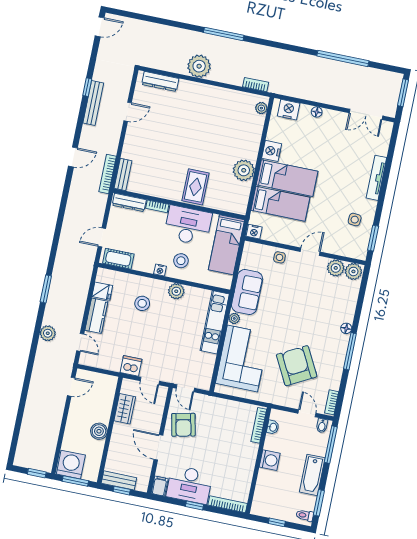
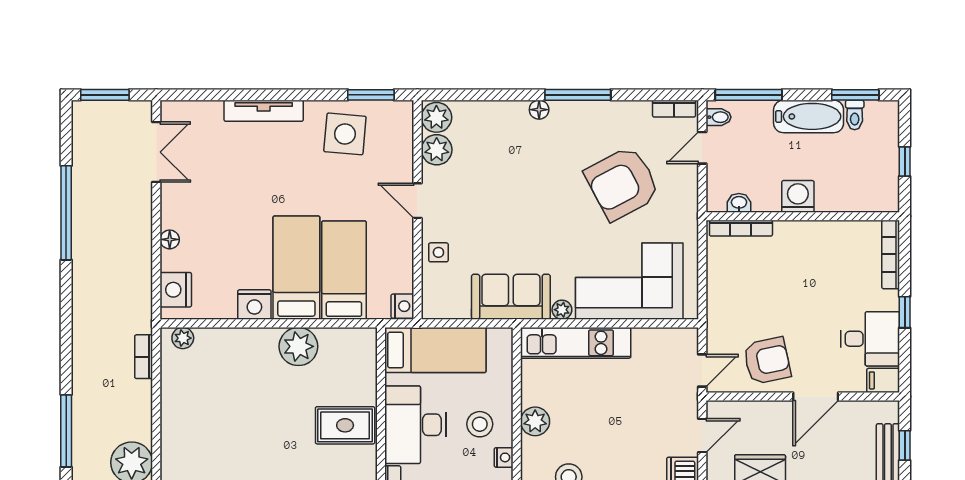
side table: (355, 220) -> (345, 134), width x1.87, depth x1.87
desk: (189, 485) -> (870, 339), width x0.73
toilet: (305, 515) -> (855, 115), moved

